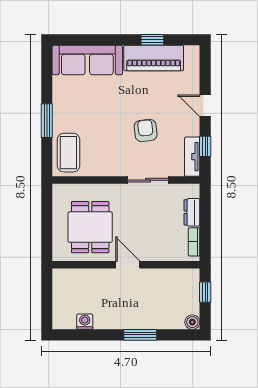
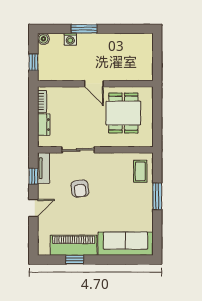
door: (205, 106) -> (33, 208), hinge flipped
coffee table: (68, 153) -> (140, 171), width x0.73, depth x0.77
washing machine: (85, 322) -> (70, 39), moved

